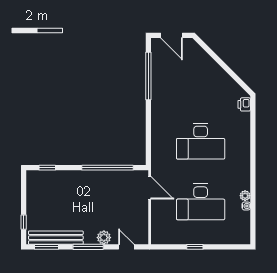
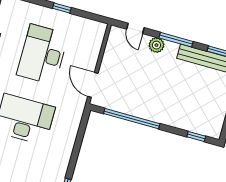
desk: (201, 202) -> (43, 54), turned -90

